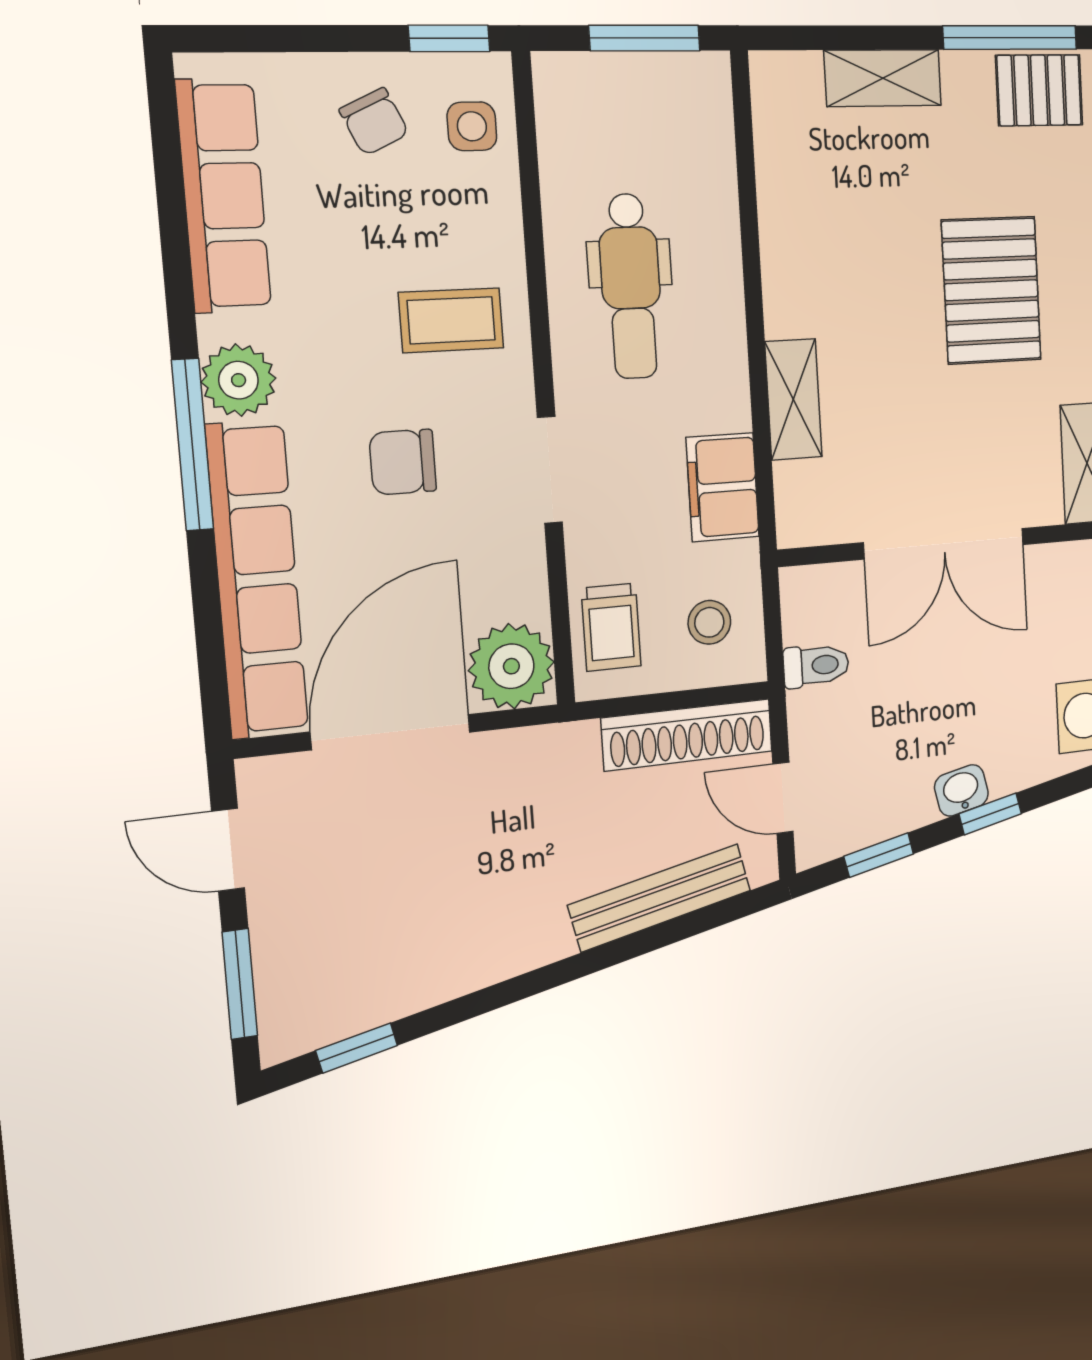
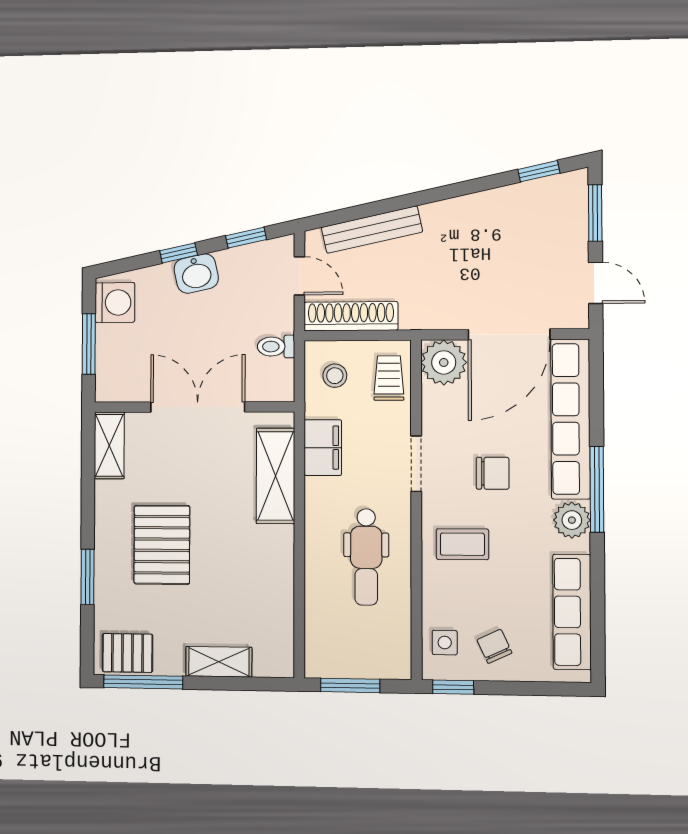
dental chair: (631, 286) -> (366, 557), turned 180
shelving: (793, 399) -> (275, 476), width x1.50, depth x1.33
washbasin: (961, 790) -> (196, 274), width x1.38, depth x1.45

